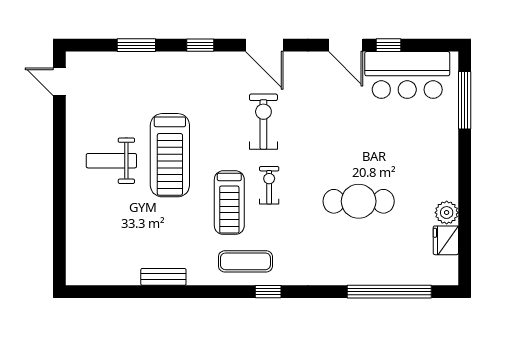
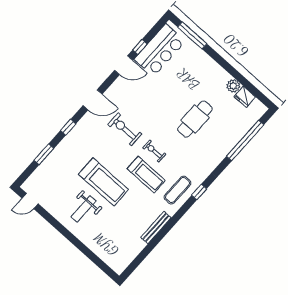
bench: (163, 277) -> (156, 227), width x1.36

